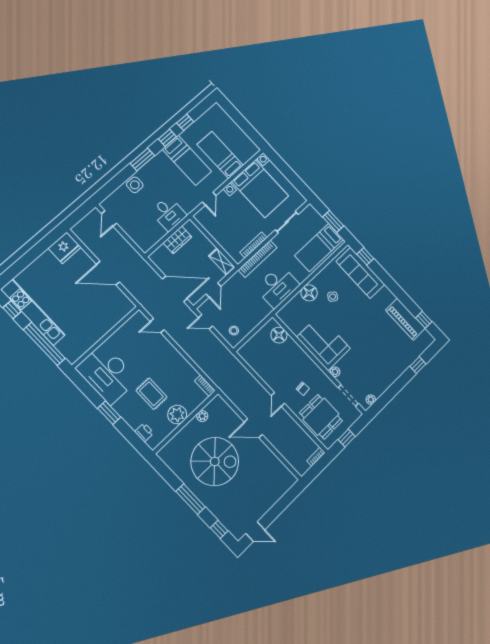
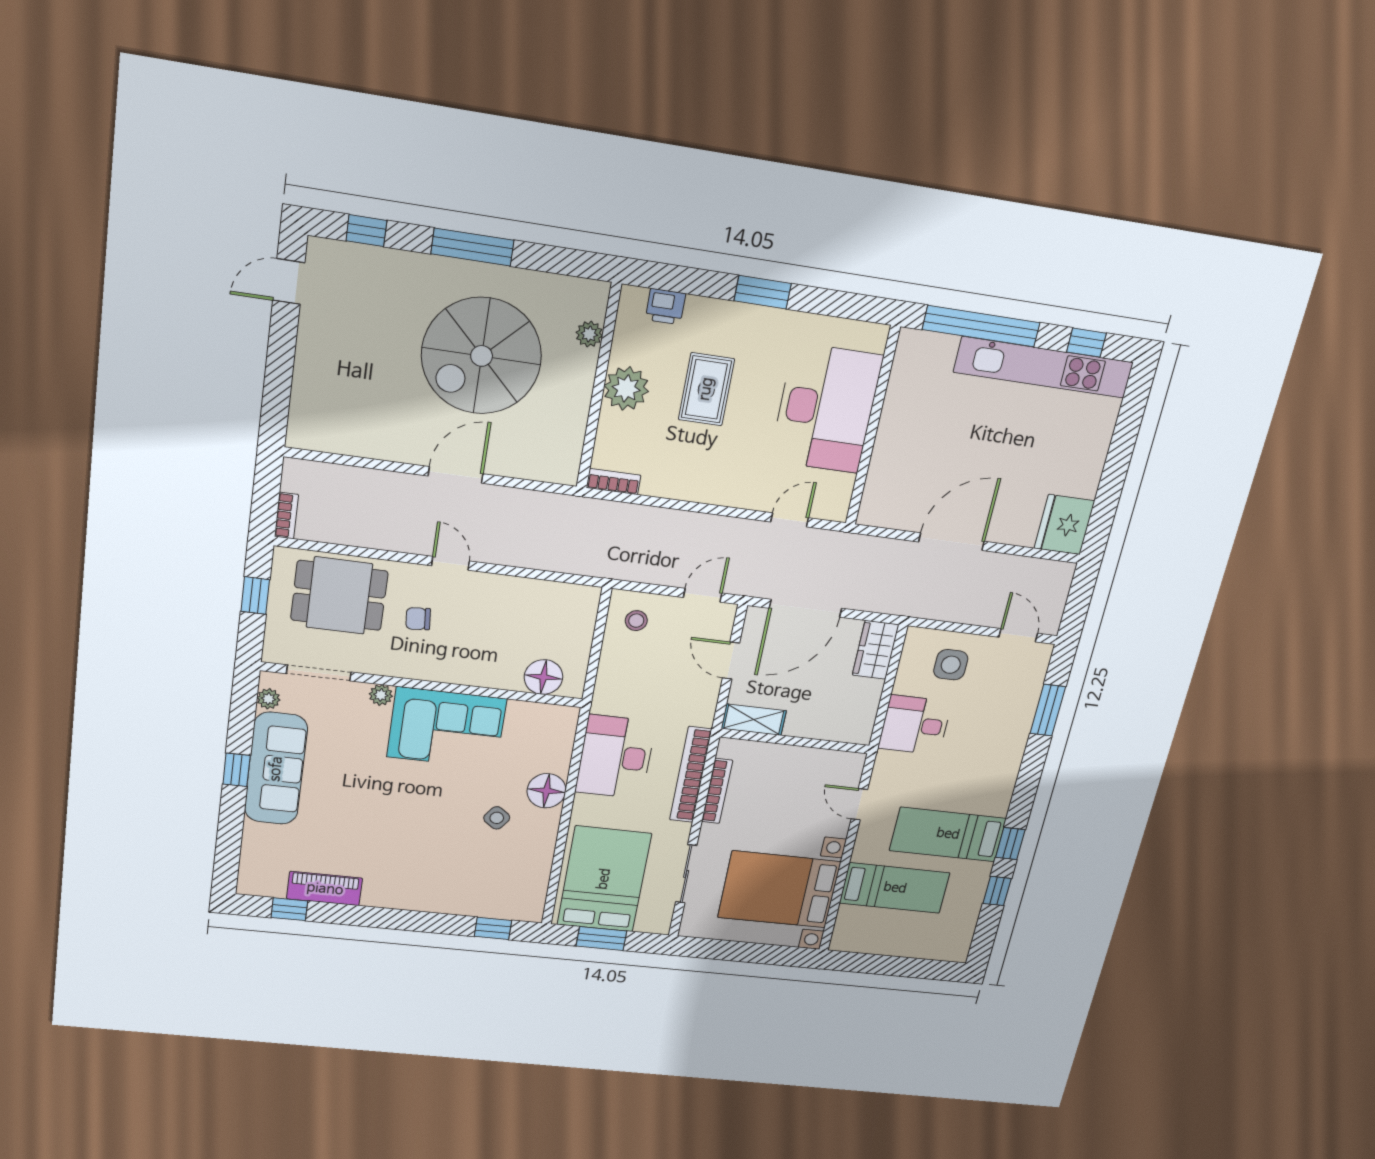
window: (142, 159) -> (1048, 710), moved
side table: (135, 185) -> (951, 665), moved
wardrobe: (177, 240) -> (876, 650), moved
bed: (319, 248) -> (604, 879), width x1.50
sofa: (360, 273) -> (276, 769), moved, turned 90
piano: (405, 319) -> (325, 889), width x0.73, depth x0.75
window: (418, 365) -> (237, 770), moved
desk: (107, 374) -> (826, 408), moved, turned 90
rug: (151, 394) -> (706, 389), turned 90
plant: (202, 416) -> (589, 334), moved

